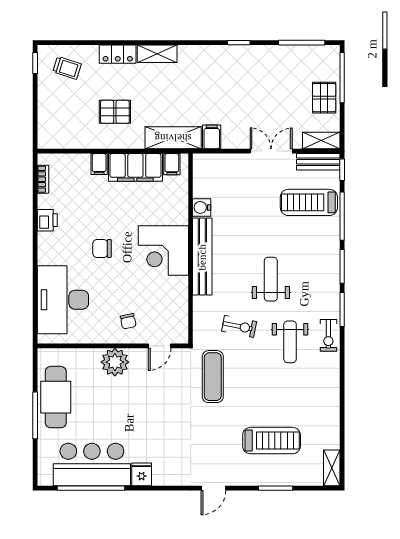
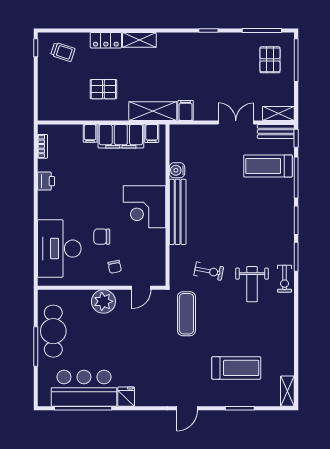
pallet: (324, 98) -> (270, 60), moved
chair: (102, 248) -> (102, 237), moved
weight bench: (271, 279) -> (236, 231), removed

